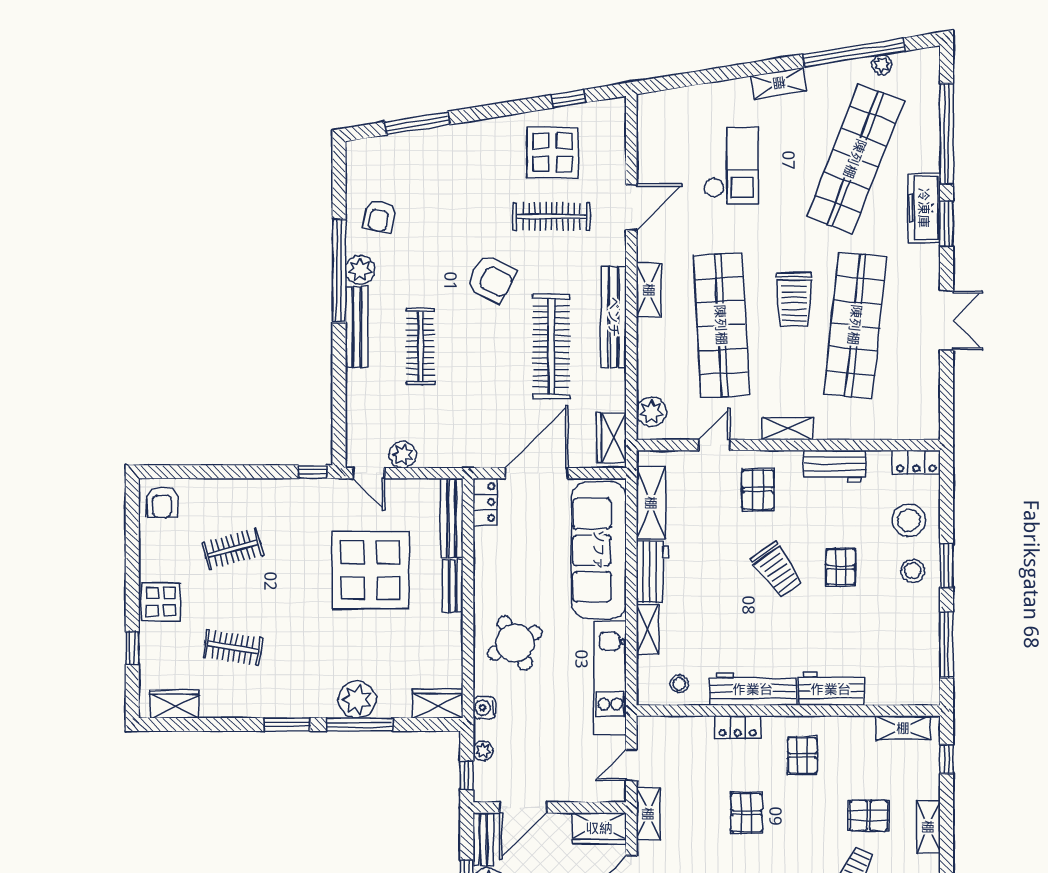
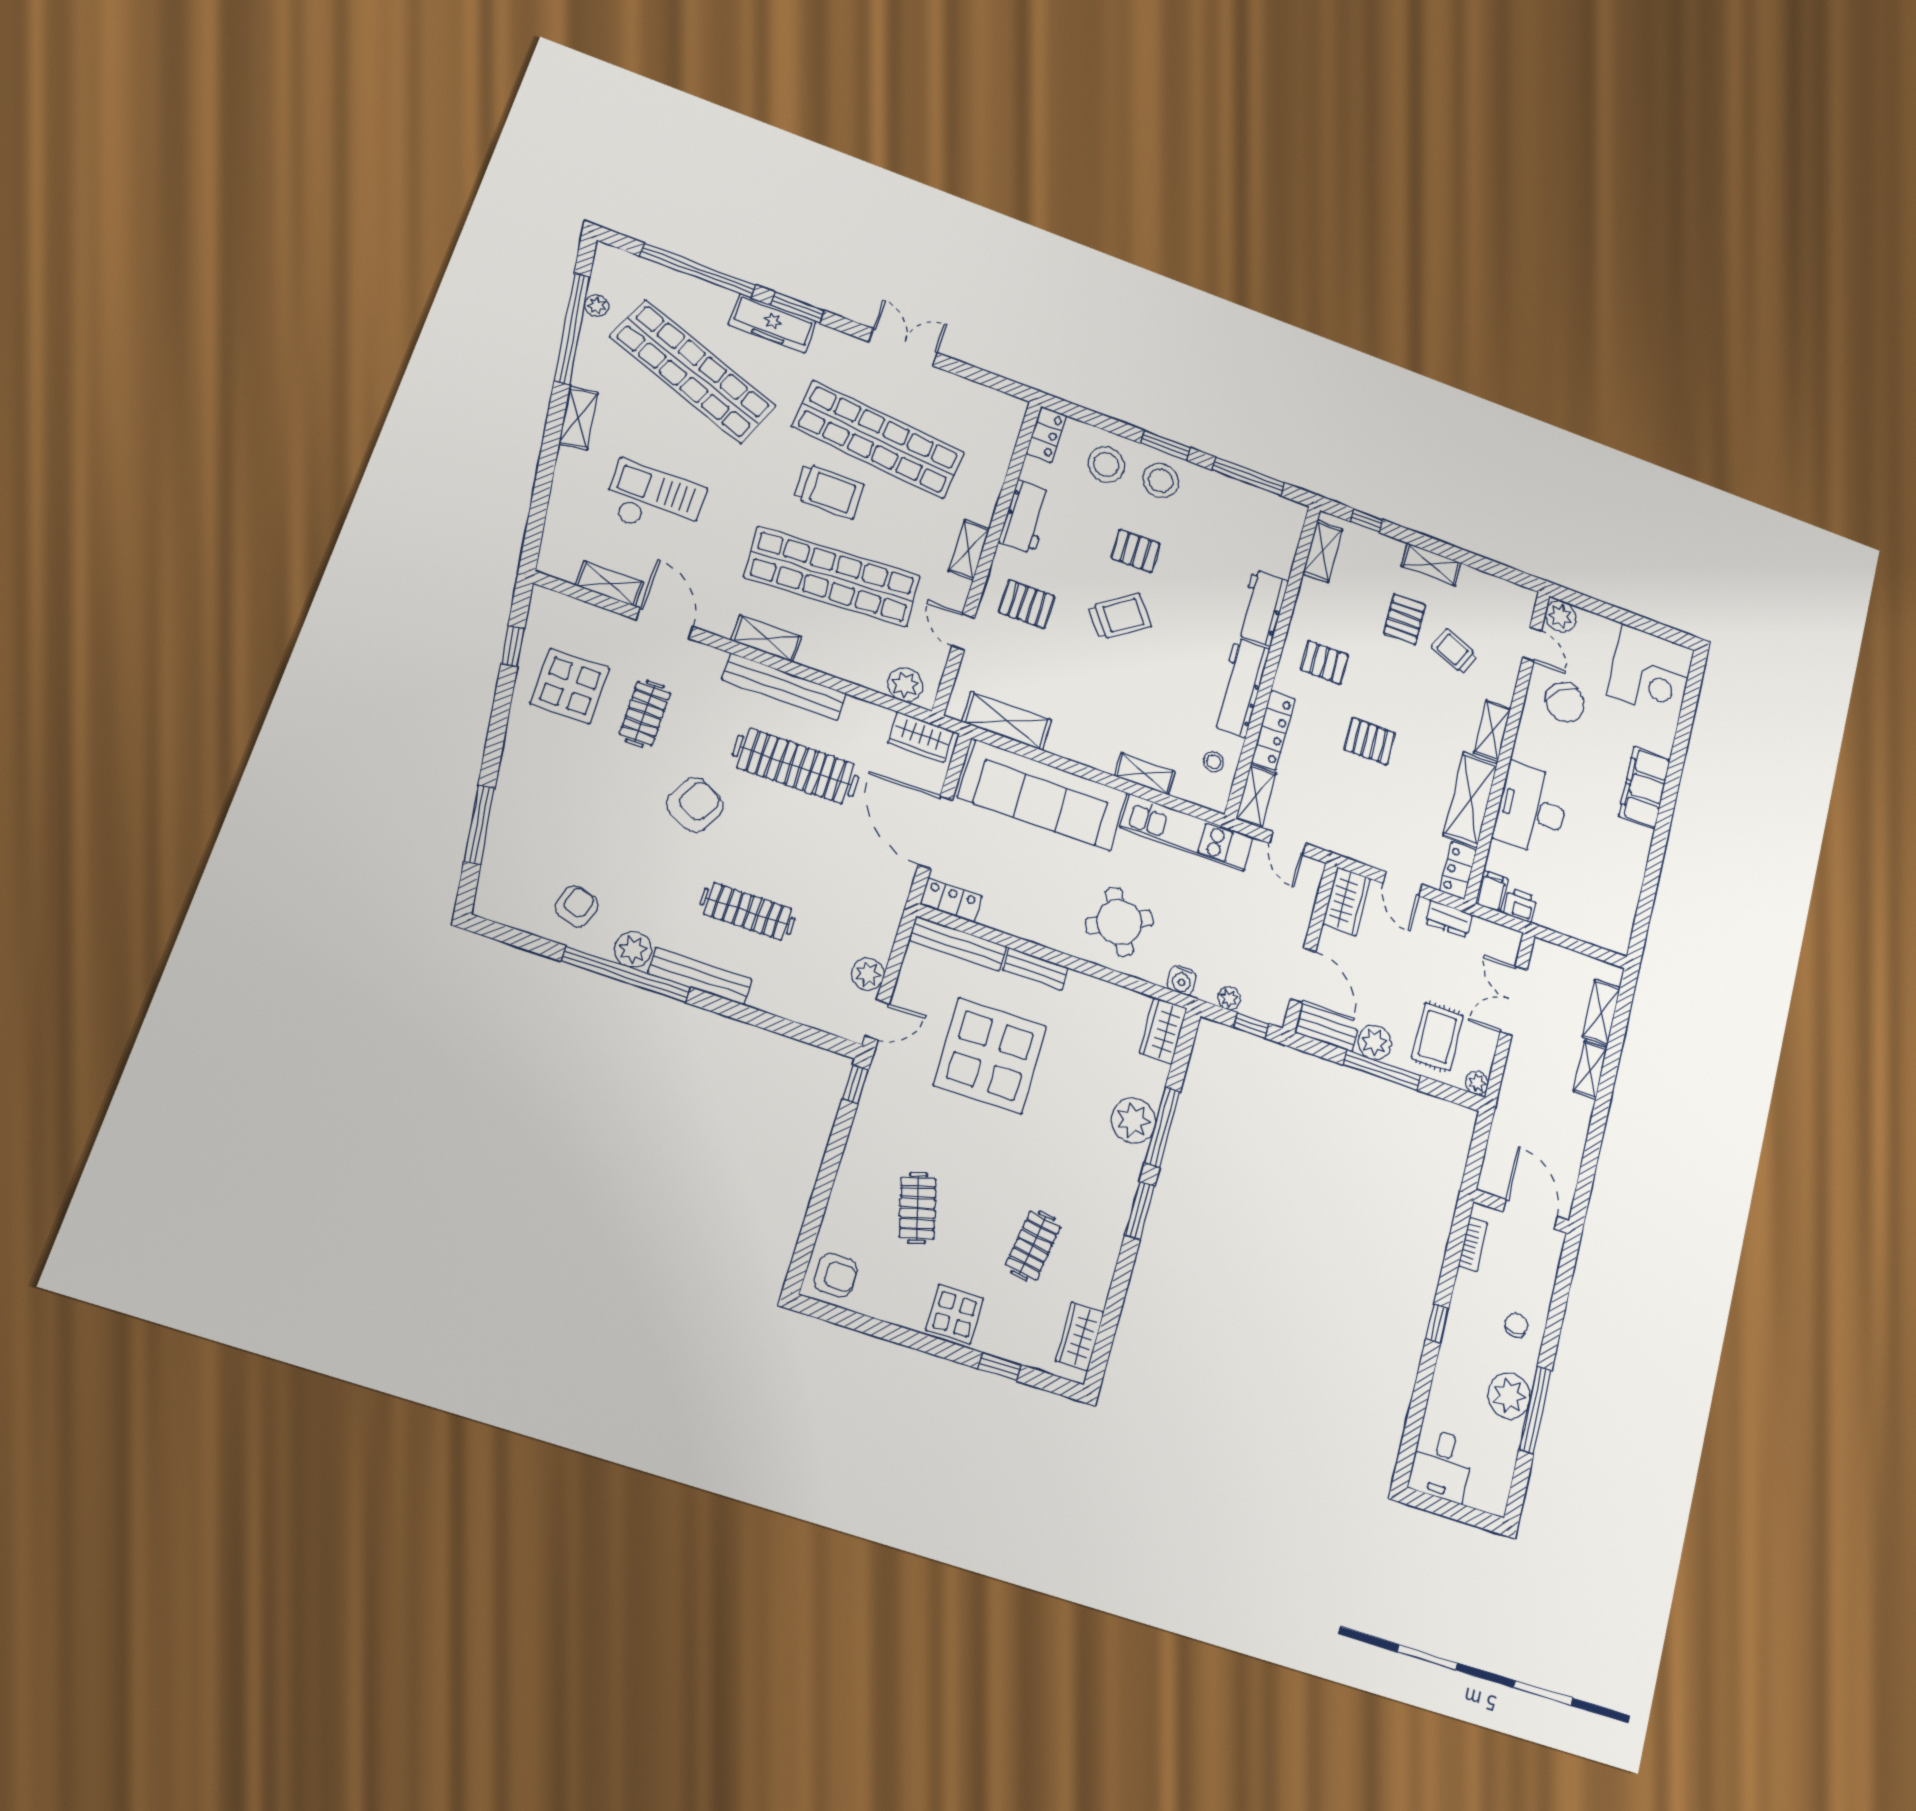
shelving: (648, 154) -> (609, 584), added
armchair: (379, 216) -> (577, 906), turned -85
clothes rail: (551, 216) -> (645, 713), width x0.73
stool: (913, 571) -> (1161, 481), width x1.38, depth x1.38
workbench: (652, 572) -> (1083, 747), removed
locker: (738, 727) -> (1273, 730), width x1.53
shelving: (648, 814) -> (1256, 796), moved, turned 90

